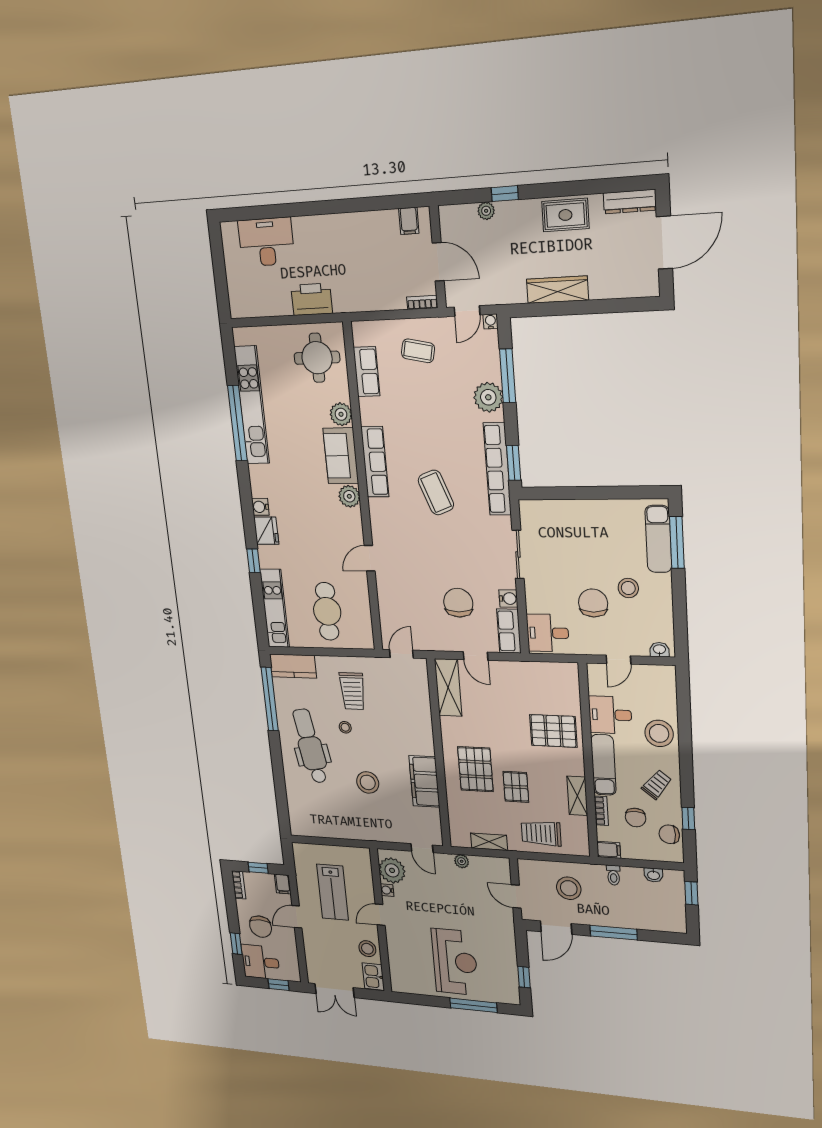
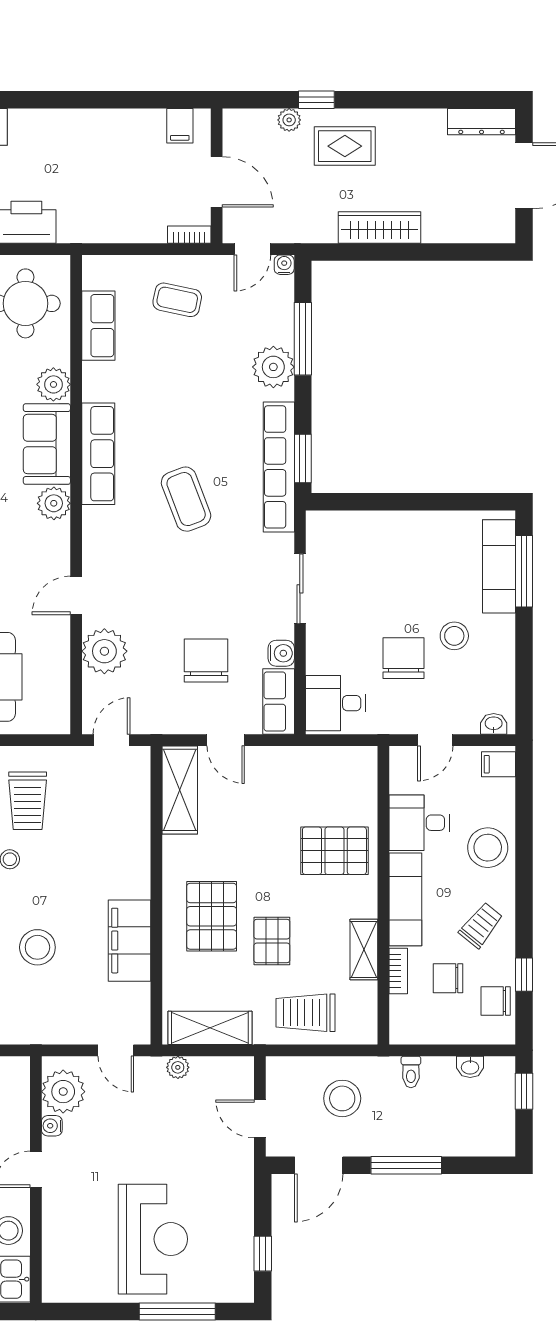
rug: (565, 215) -> (345, 146), moved
plant: (391, 596) -> (104, 651), added
chair: (636, 818) -> (448, 978), turned 90
shelving: (489, 842) -> (210, 1028), width x1.50, depth x1.33
filing cabinet: (609, 850) -> (498, 764), moved, turned 180

